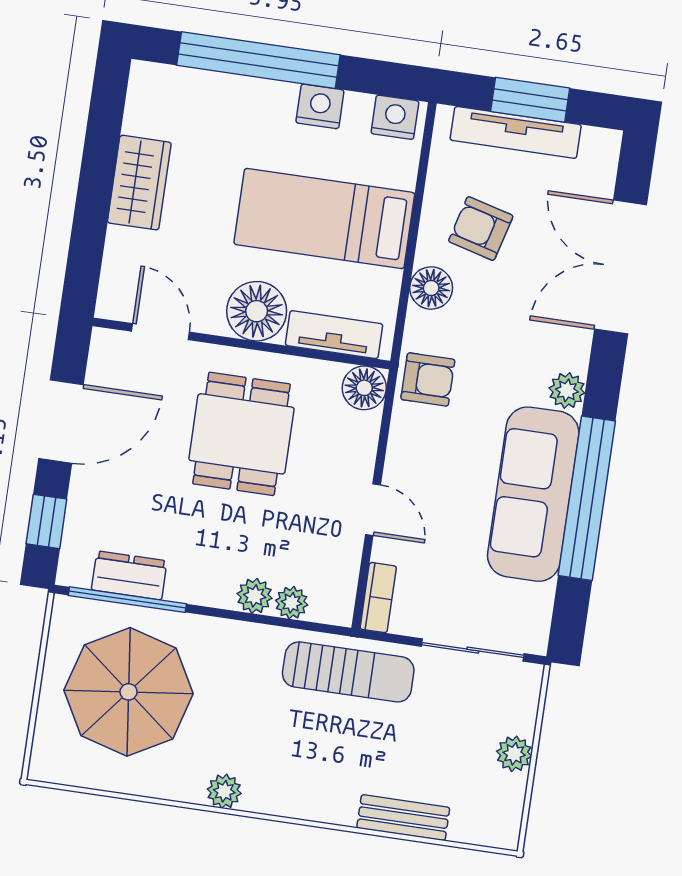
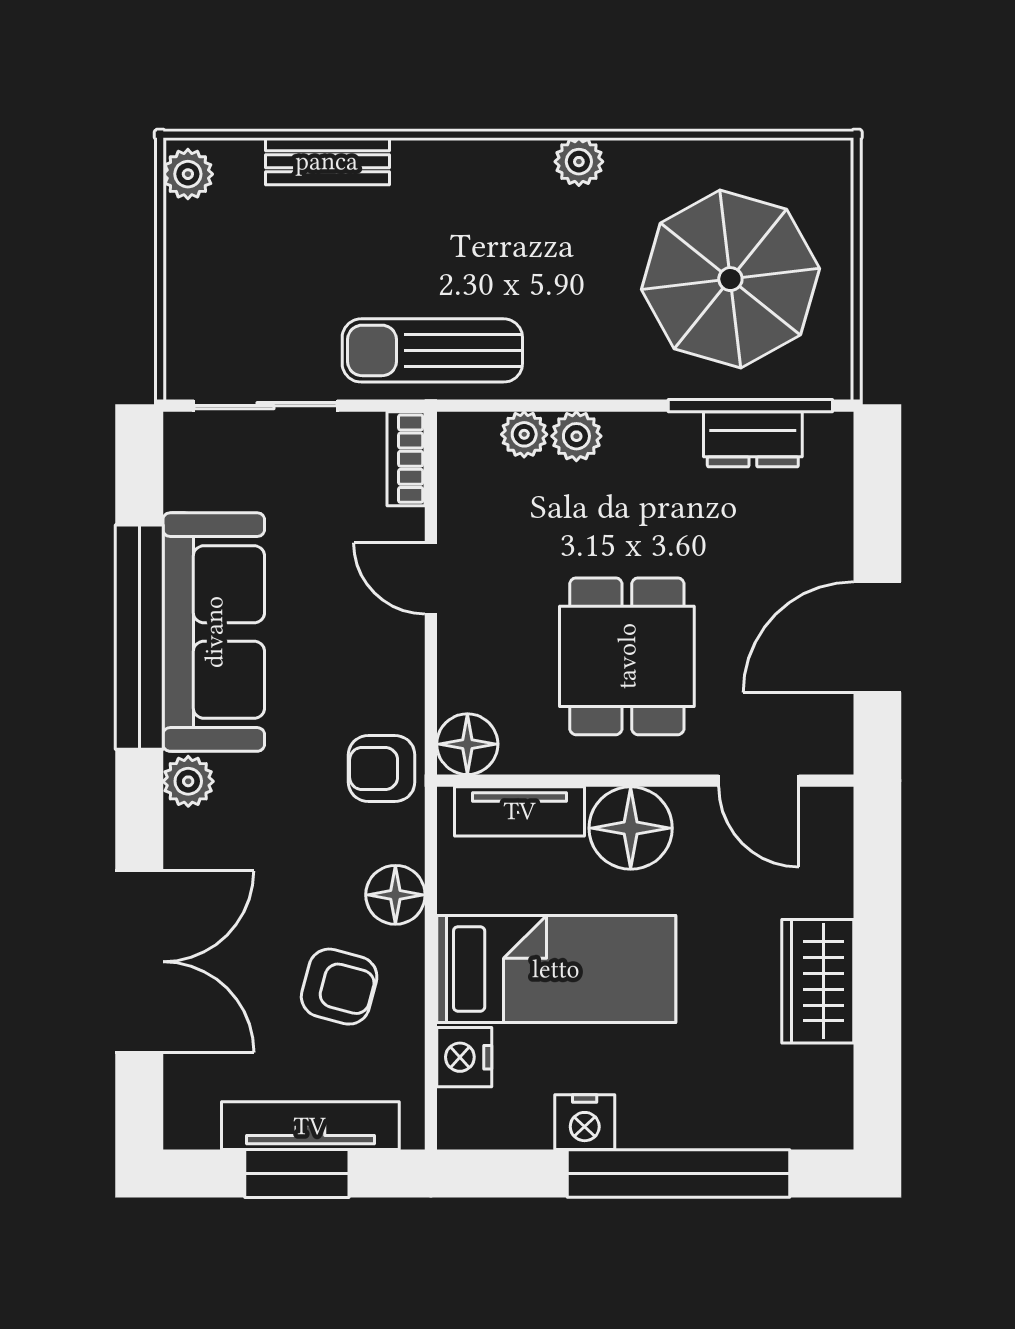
nightstand: (395, 117) -> (464, 1057), moved, turned 90
window: (46, 521) -> (877, 497), removed
plant: (514, 754) -> (188, 174), moved

